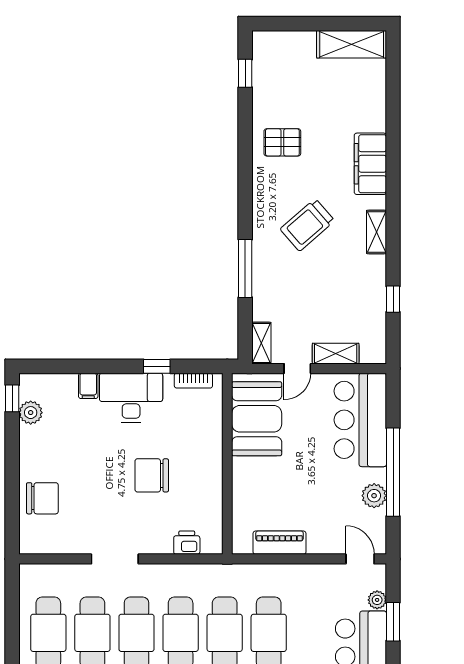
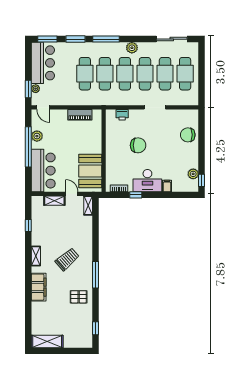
window: (245, 268) -> (96, 275), moved
door: (297, 369) -> (72, 194), hinge flipped
window: (393, 622) -> (28, 89), moved

